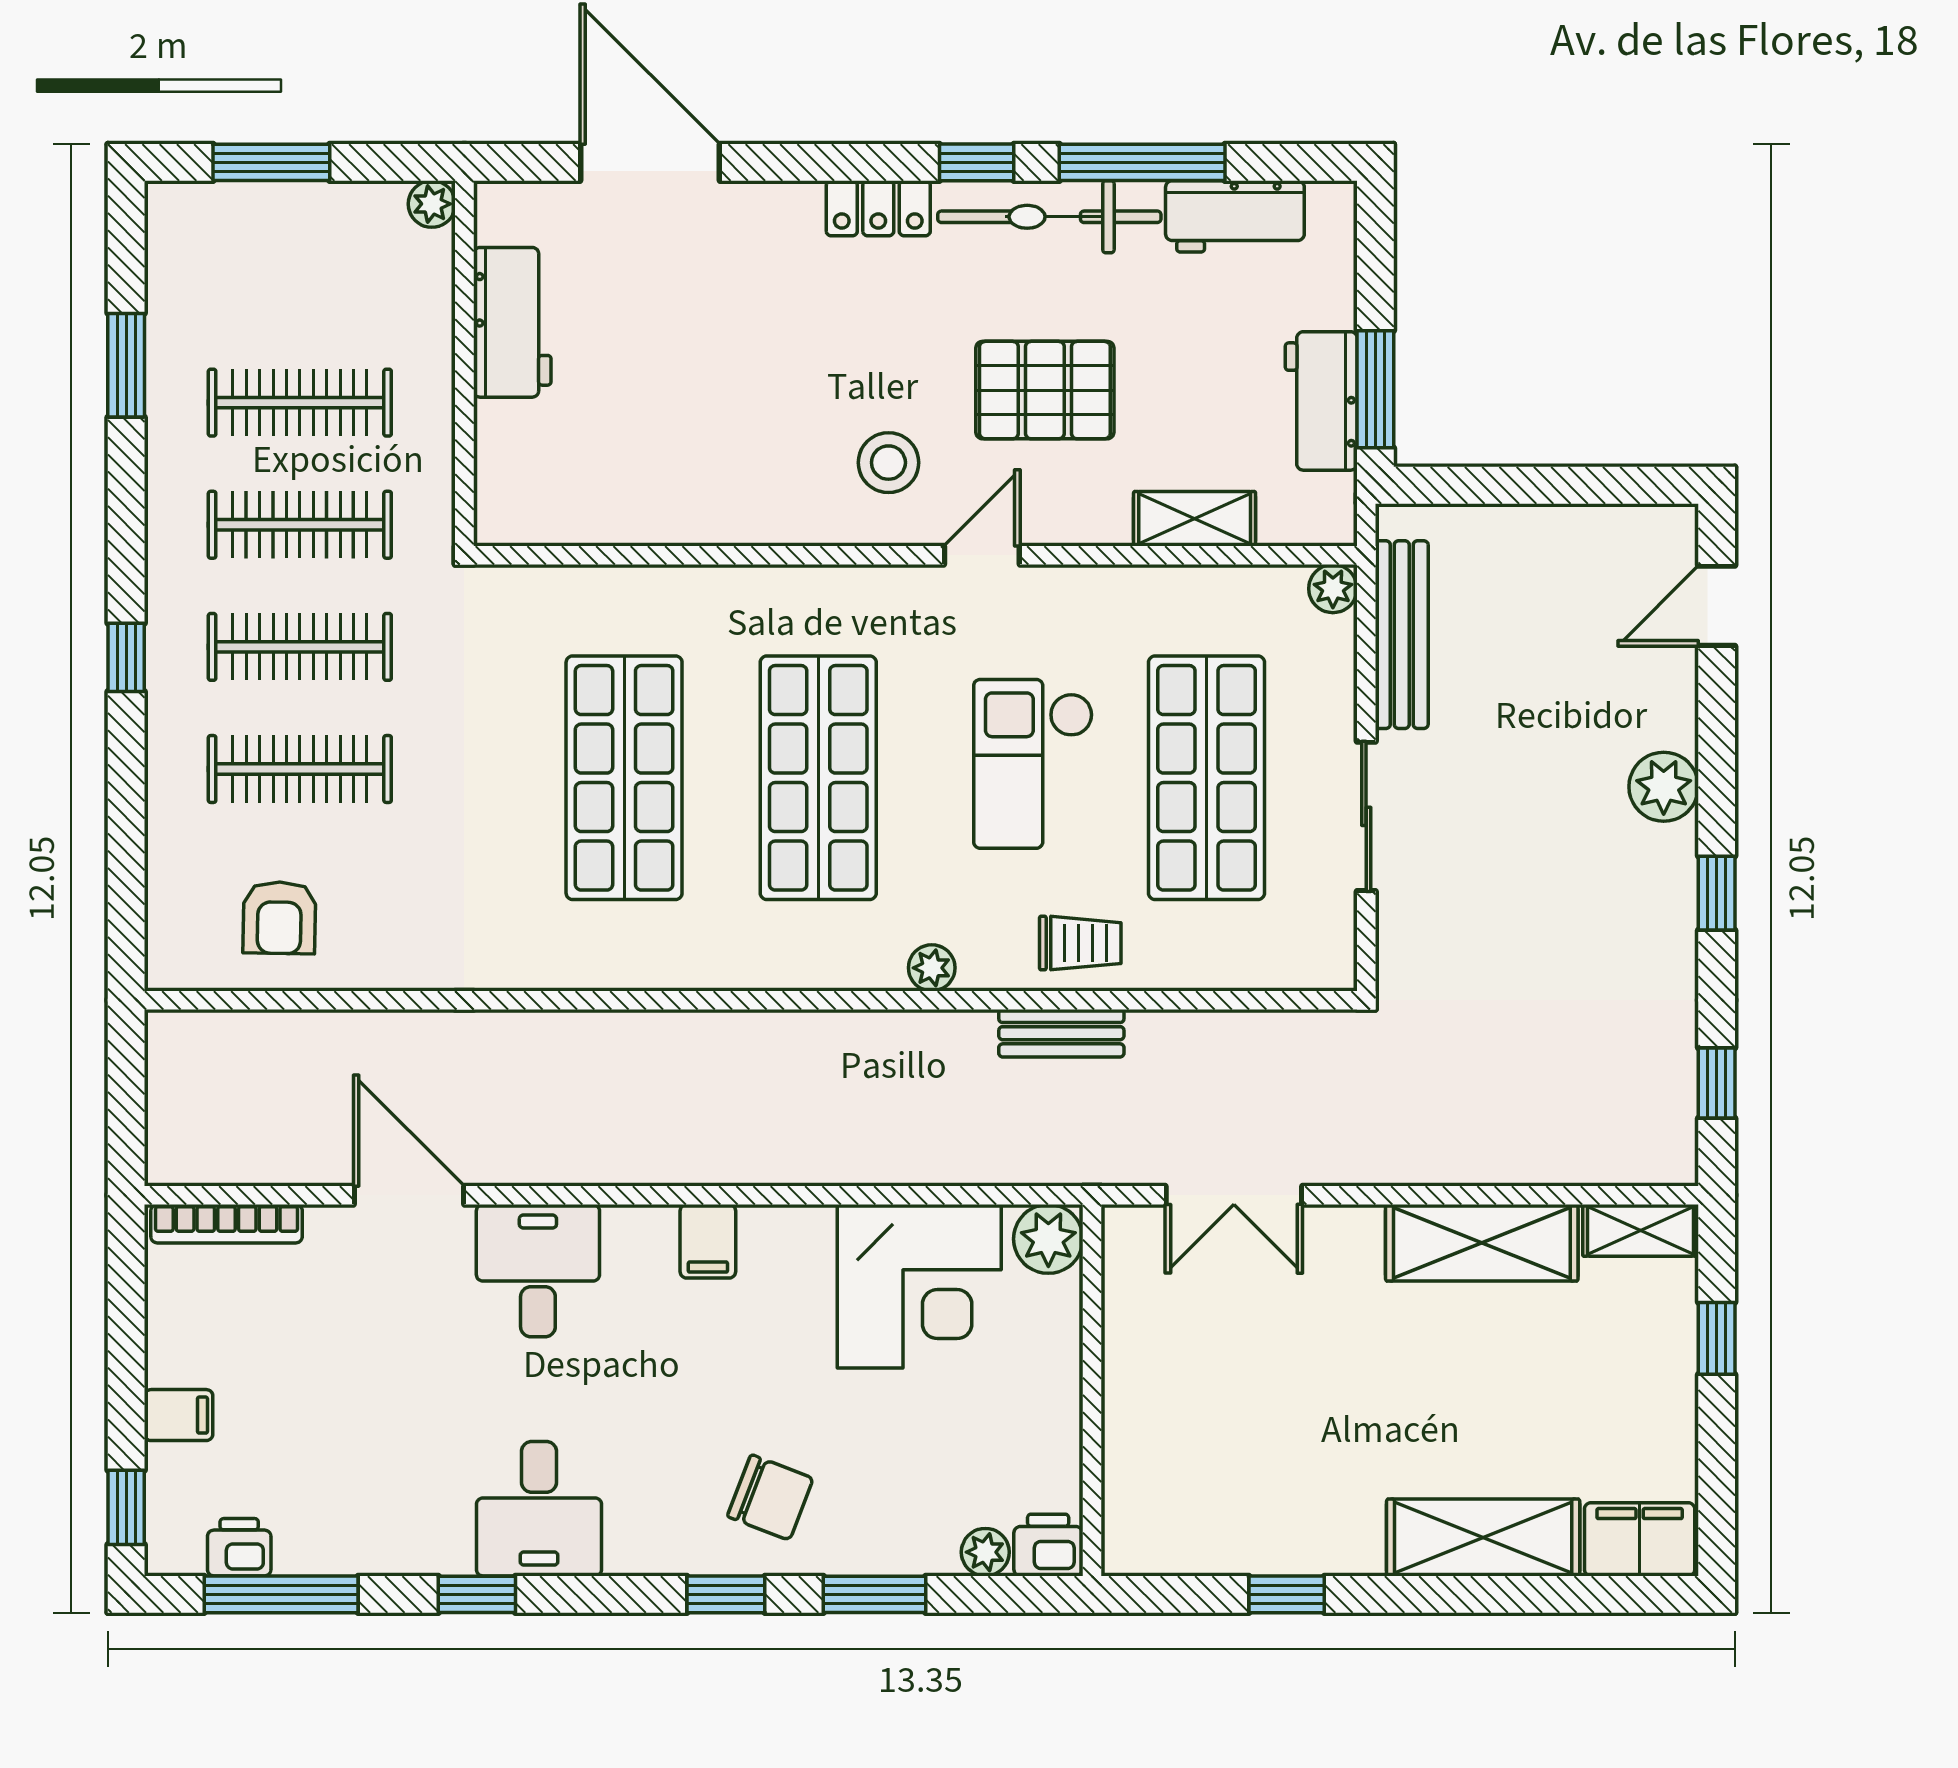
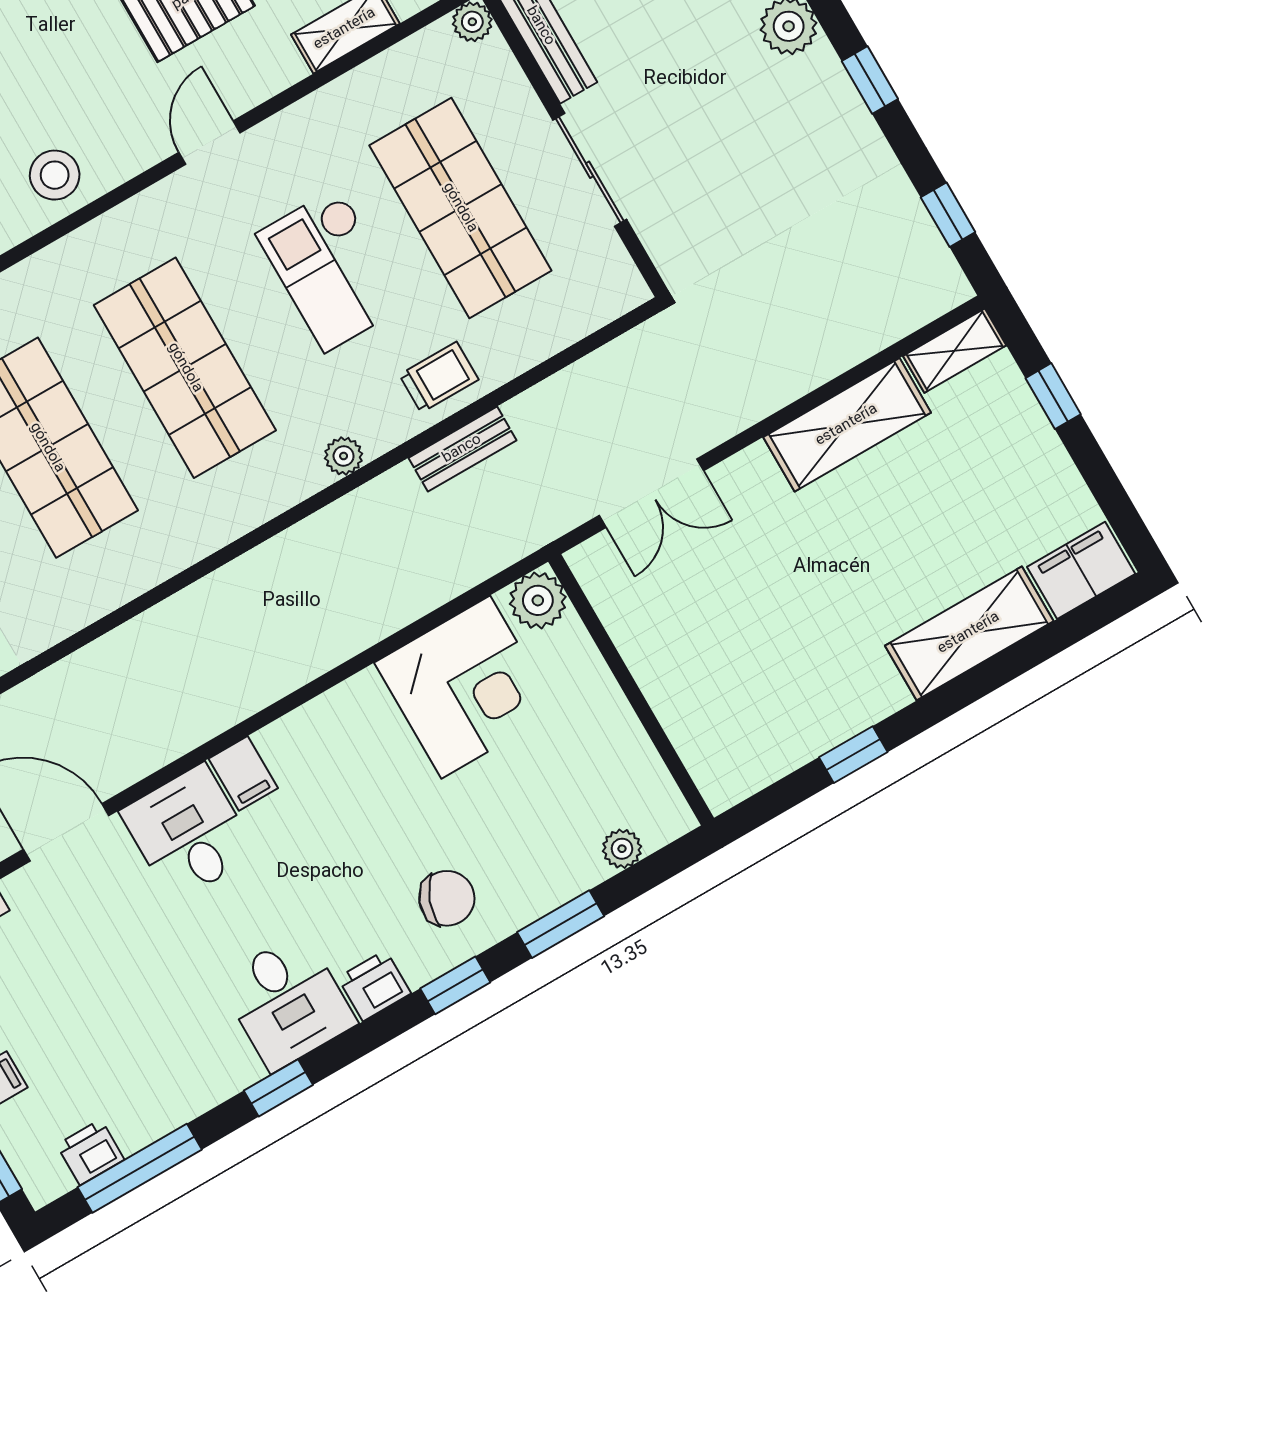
stool: (888, 463) -> (55, 175), moved
filing cabinet: (708, 1241) -> (243, 773), moved
printer: (1048, 1545) -> (374, 985), moved

